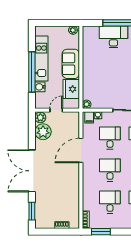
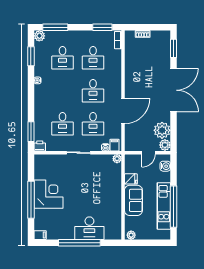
window: (32, 72) -> (173, 207), moved
water cooler: (40, 87) -> (165, 166), moved
fridge: (71, 89) -> (131, 179), width x0.53, depth x0.75

